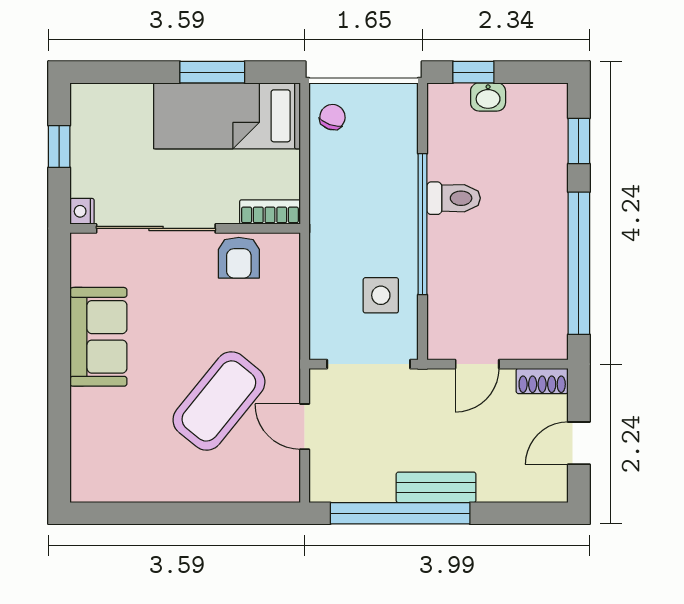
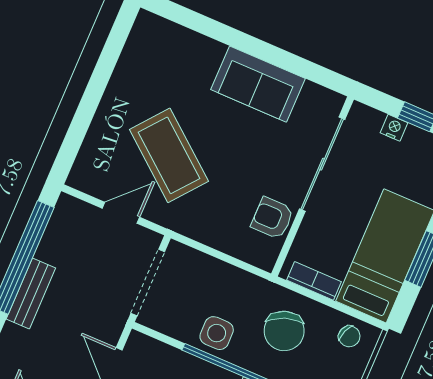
chair: (357, 191) -> (284, 331), added
nightstand: (82, 211) -> (394, 128), moved
bookcase: (270, 212) -> (314, 281), moved, turned -90
side table: (381, 295) -> (217, 333), moved

